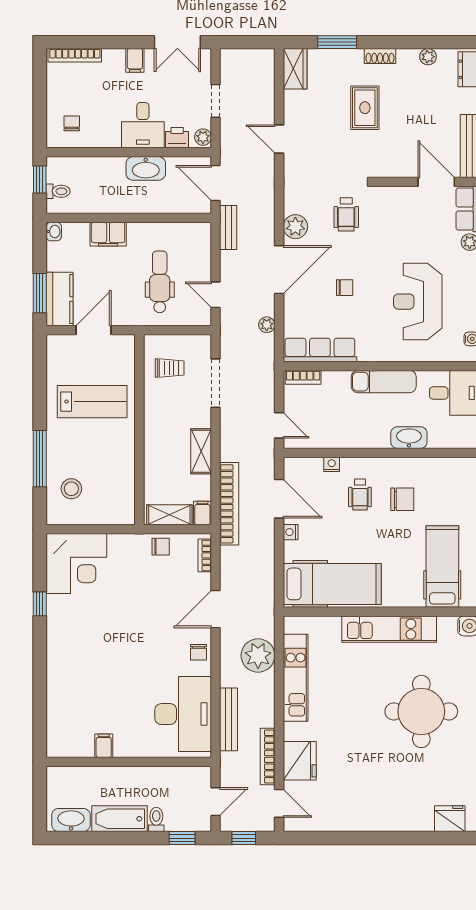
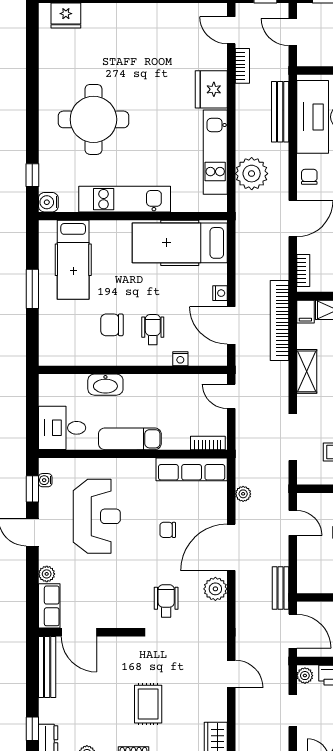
bookcase: (268, 756) -> (242, 66), width x0.64
fridge: (300, 761) -> (211, 89), moved
door: (216, 802) -> (293, 32), hinge flipped

